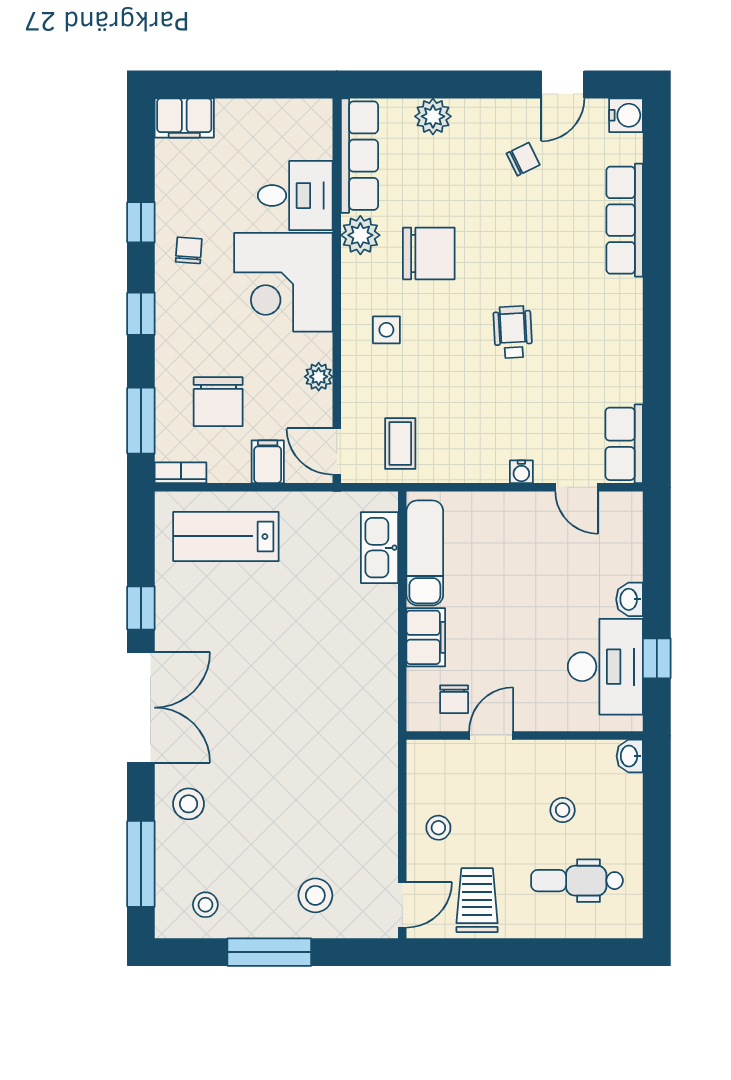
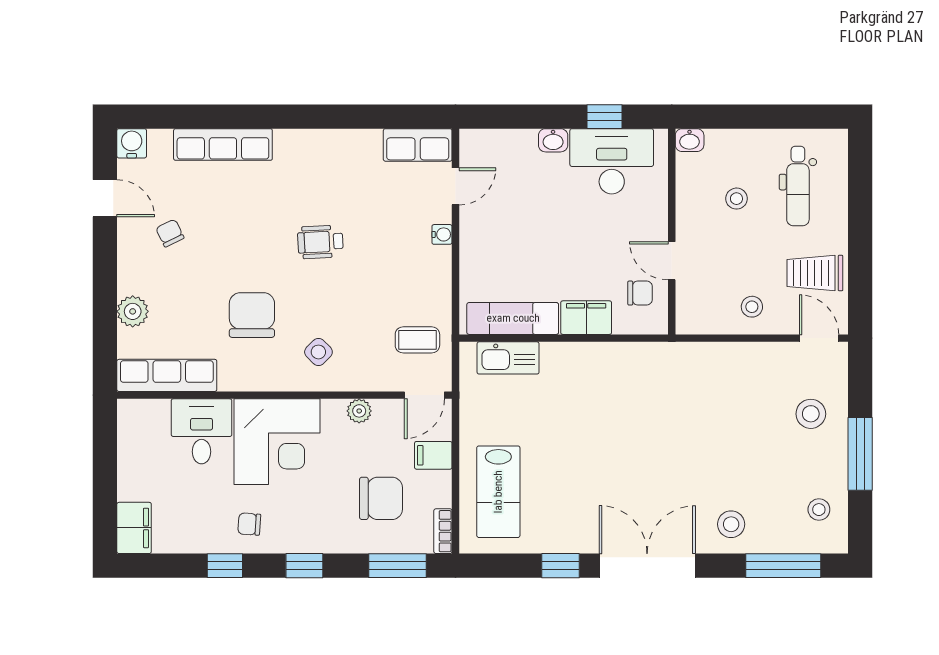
plant: (360, 235) -> (236, 375), removed
side table: (386, 330) -> (318, 352), turned 45

